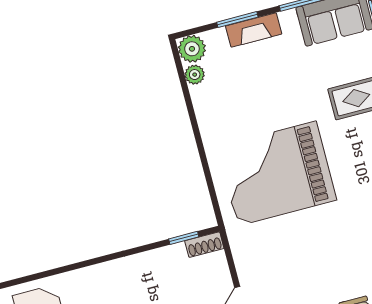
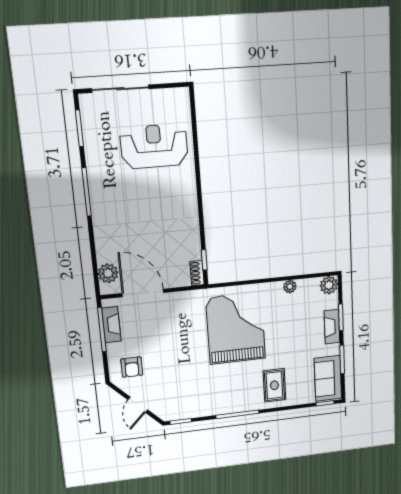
plant: (195, 75) -> (290, 287), moved

